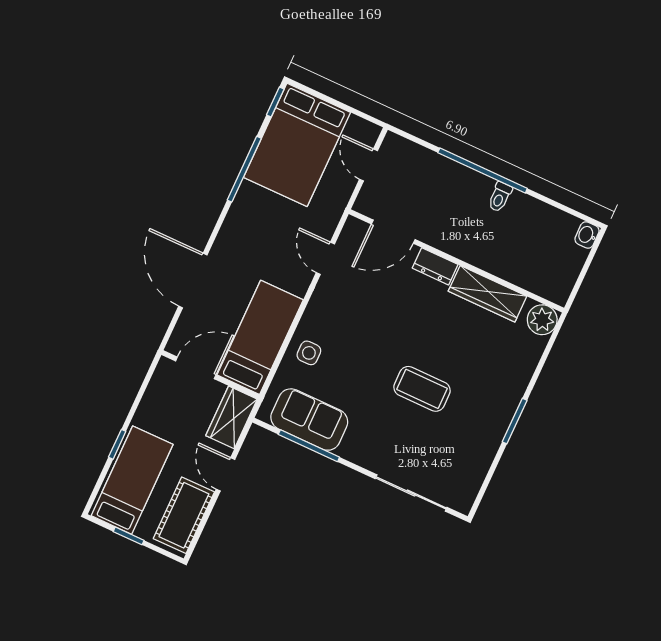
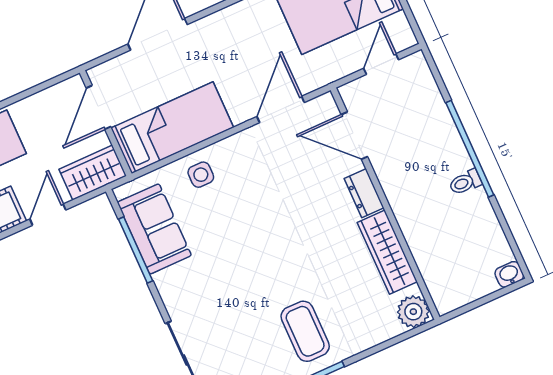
door: (325, 258) -> (281, 109), width x1.38
door: (196, 368) -> (98, 107), swing flipped
coffee table: (422, 389) -> (305, 331), moved

